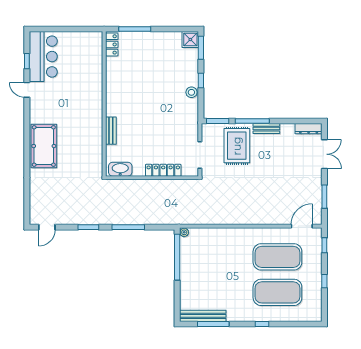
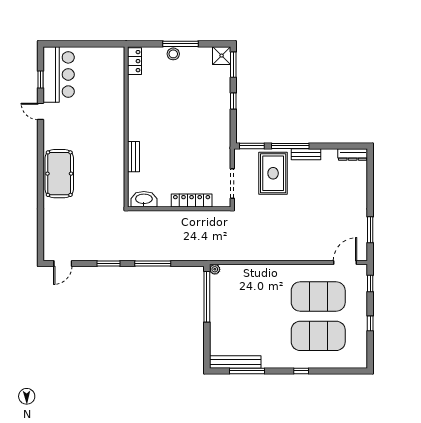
window: (135, 29) -> (181, 44), moved
stool: (191, 92) -> (173, 54), moved
double door: (324, 154) -> (370, 183), removed

